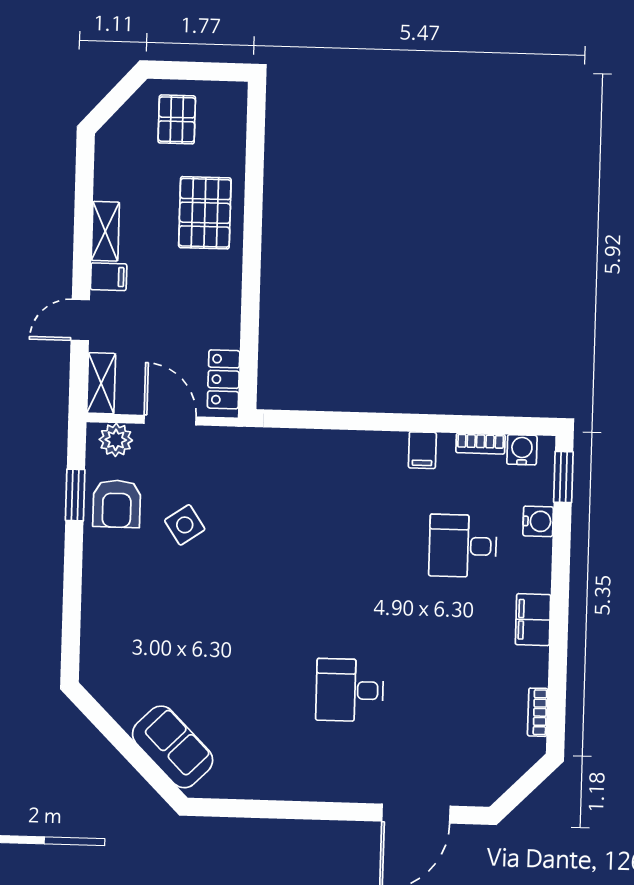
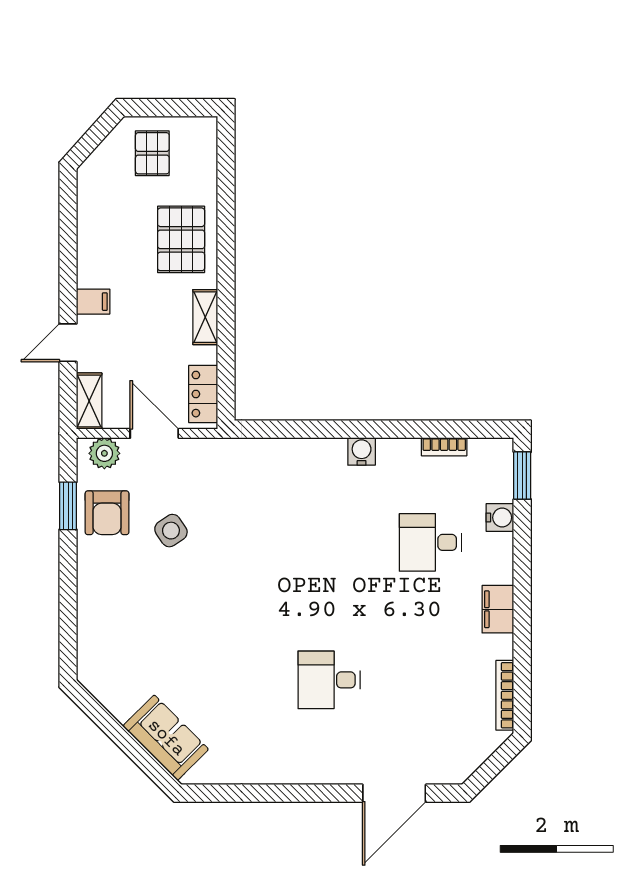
shelving: (105, 231) -> (205, 317), moved
filing cabinet: (422, 450) -> (390, 454), removed
water cooler: (522, 450) -> (362, 451), moved
bookcase: (538, 712) -> (505, 695), width x1.56

